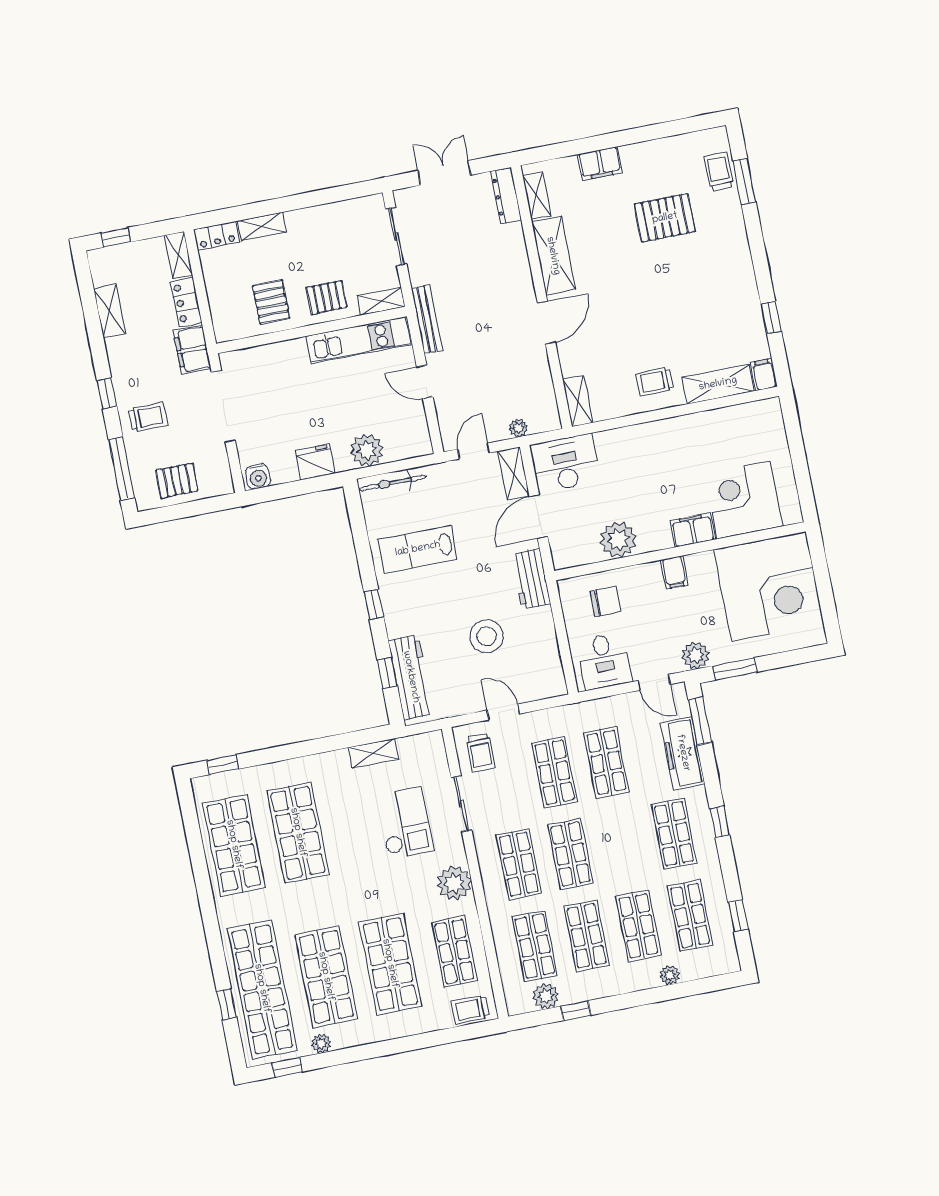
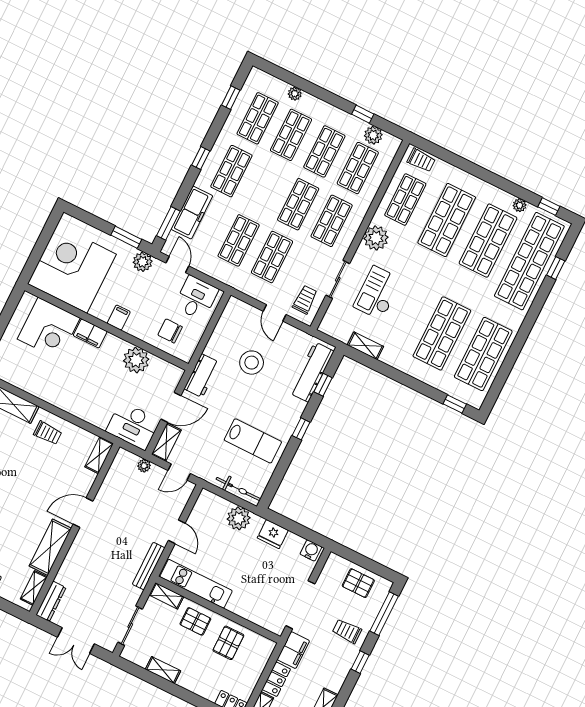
shelving: (262, 227) -> (163, 670), moved

